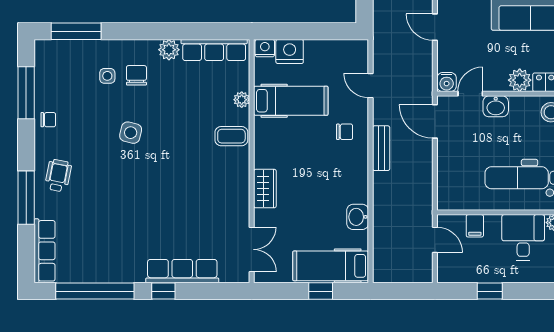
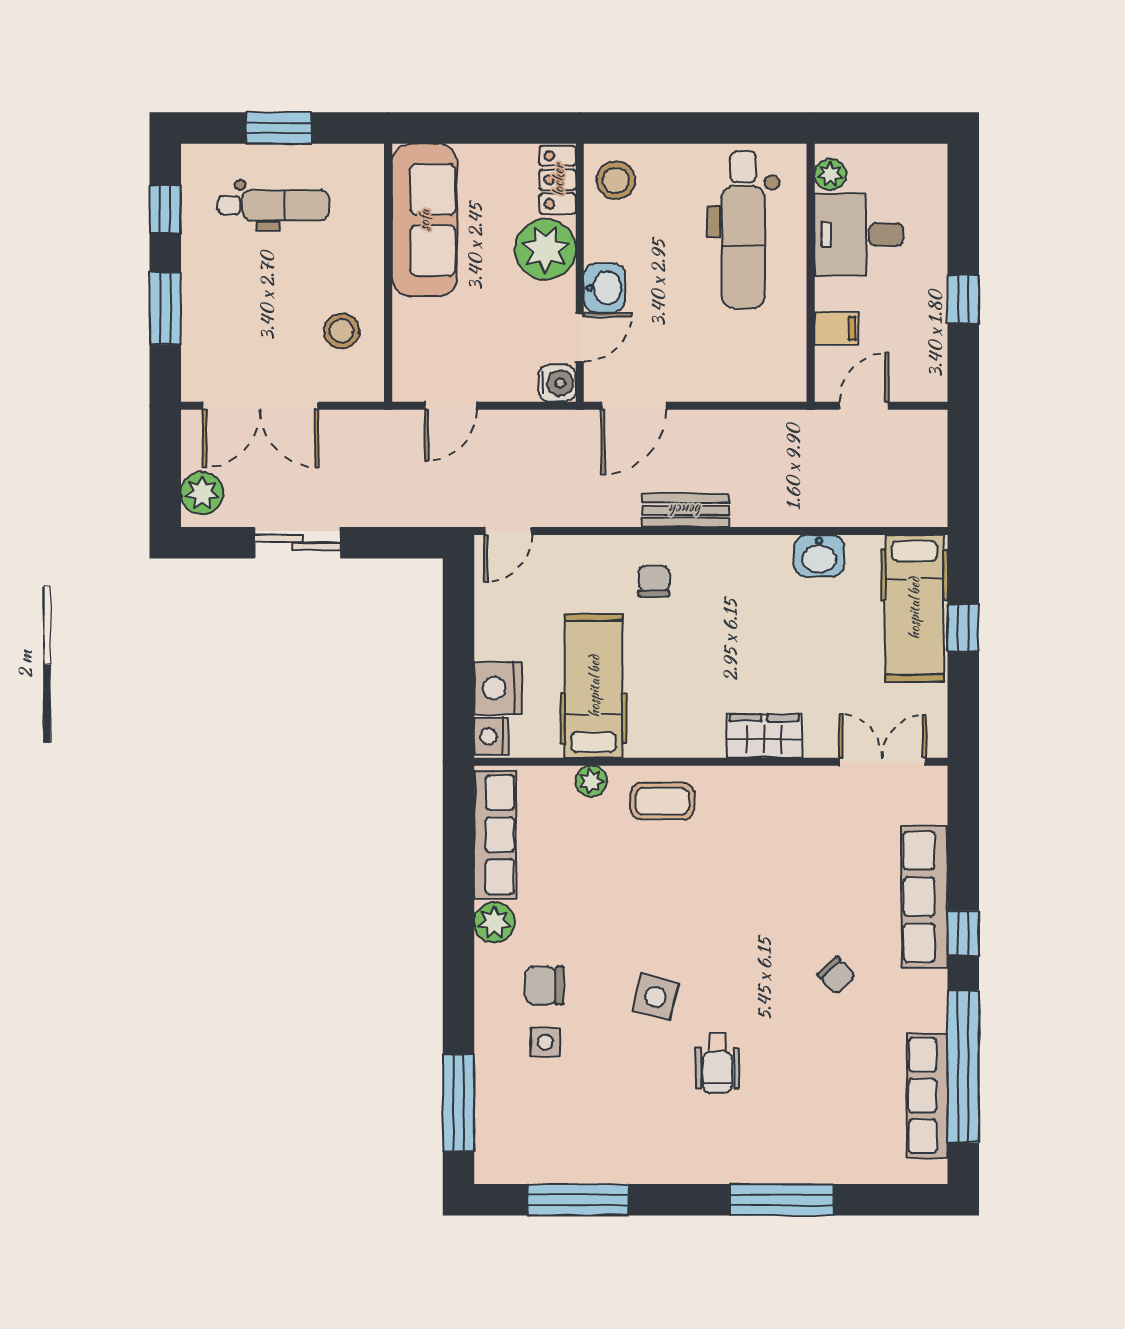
plant: (520, 80) -> (546, 249), width x1.36, depth x1.36
door: (371, 86) -> (508, 531), moved
door: (470, 94) -> (580, 337), swing flipped
chair: (48, 120) -> (837, 976), moved, turned 137
coffee table: (231, 136) -> (662, 801), turned 90
wheelchair: (58, 176) -> (718, 1063), moved, turned -101
row of seats: (45, 251) -> (927, 1096), moved, turned -90

